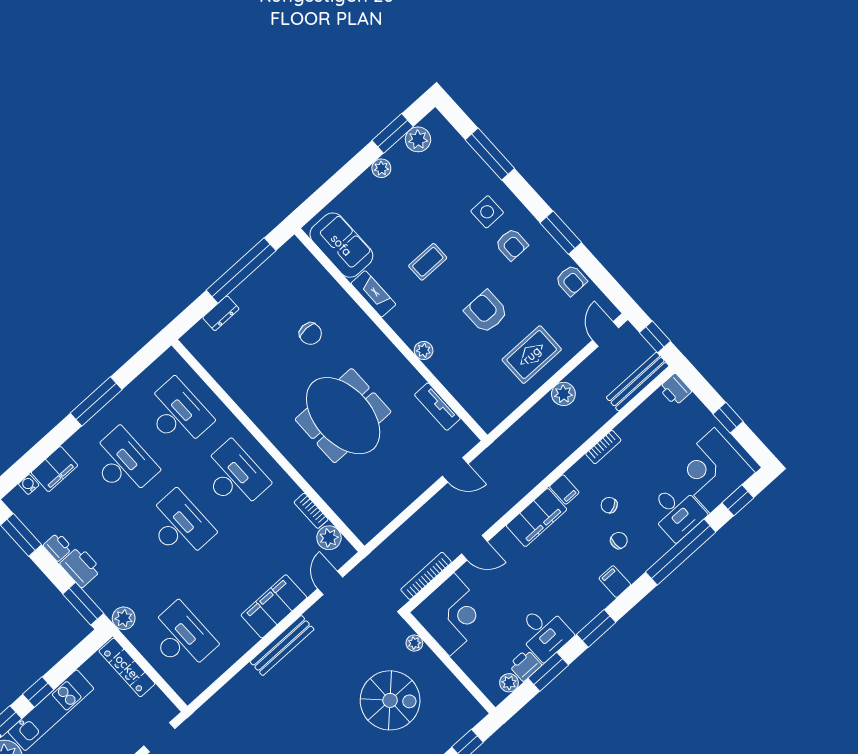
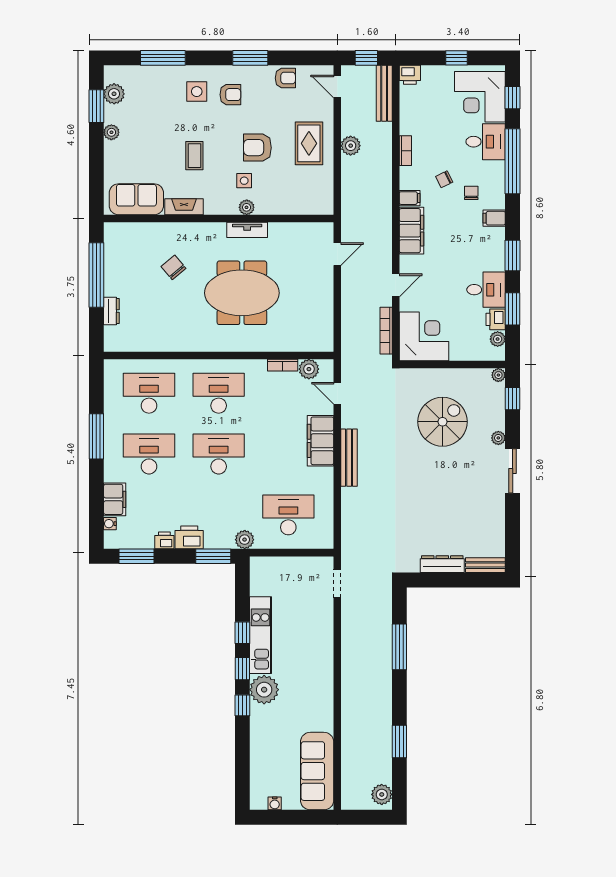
side table: (446, 327) -> (244, 181), added
chair: (310, 334) -> (174, 267), turned -130
tv unit: (437, 407) -> (247, 230), moved
plant: (414, 643) -> (498, 375), moved
locker: (127, 667) -> (277, 565), removed

